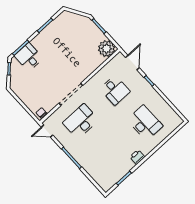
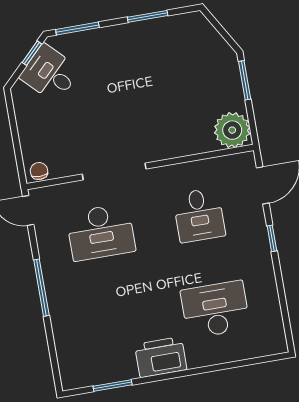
desk: (29, 57) -> (50, 73), moved, turned -45
desk: (81, 121) -> (101, 232), turned 180
desk: (145, 123) -> (215, 309), turned -90
printer: (137, 157) -> (161, 357), width x1.87, depth x1.48

